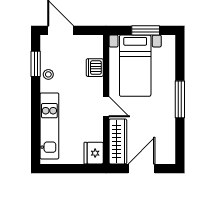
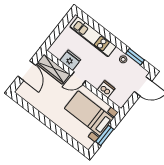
window: (180, 99) -> (49, 124), removed
fridge: (94, 153) -> (70, 60), moved

